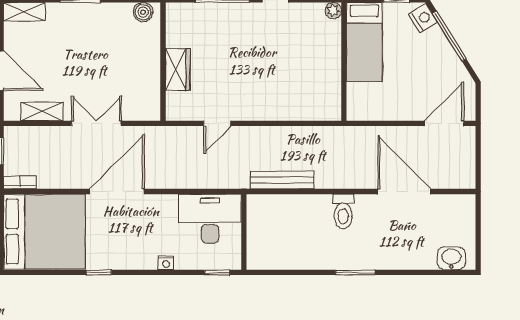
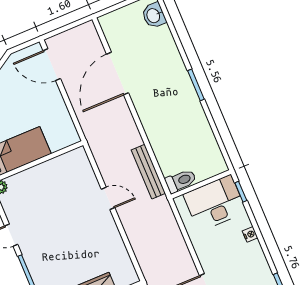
door: (217, 123) -> (108, 198), moved
toilet: (343, 211) -> (181, 181), moved
desk: (210, 219) -> (215, 203), moved, turned 90

